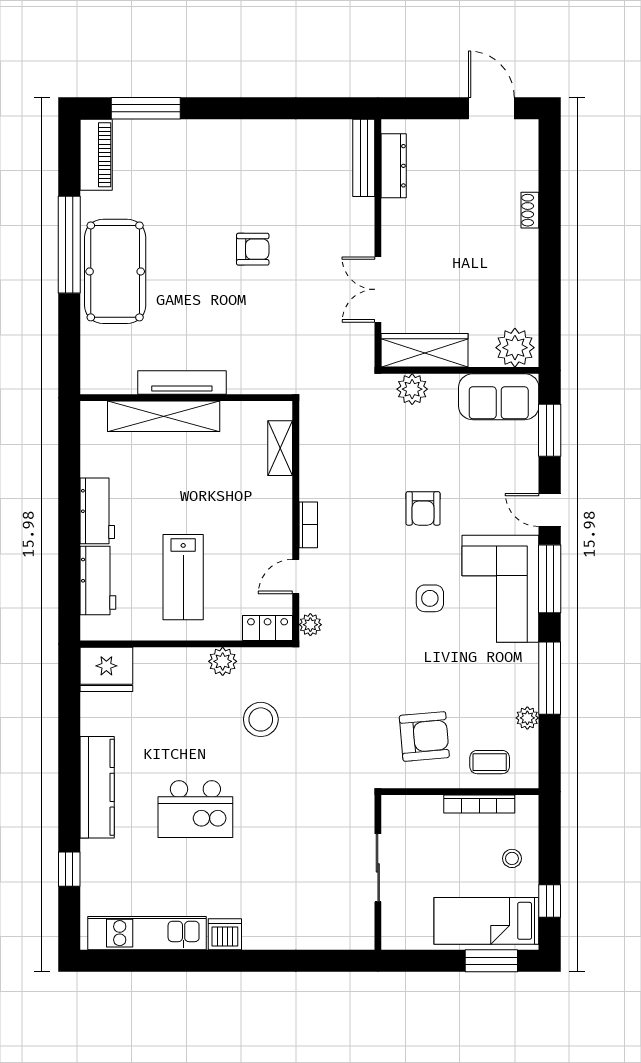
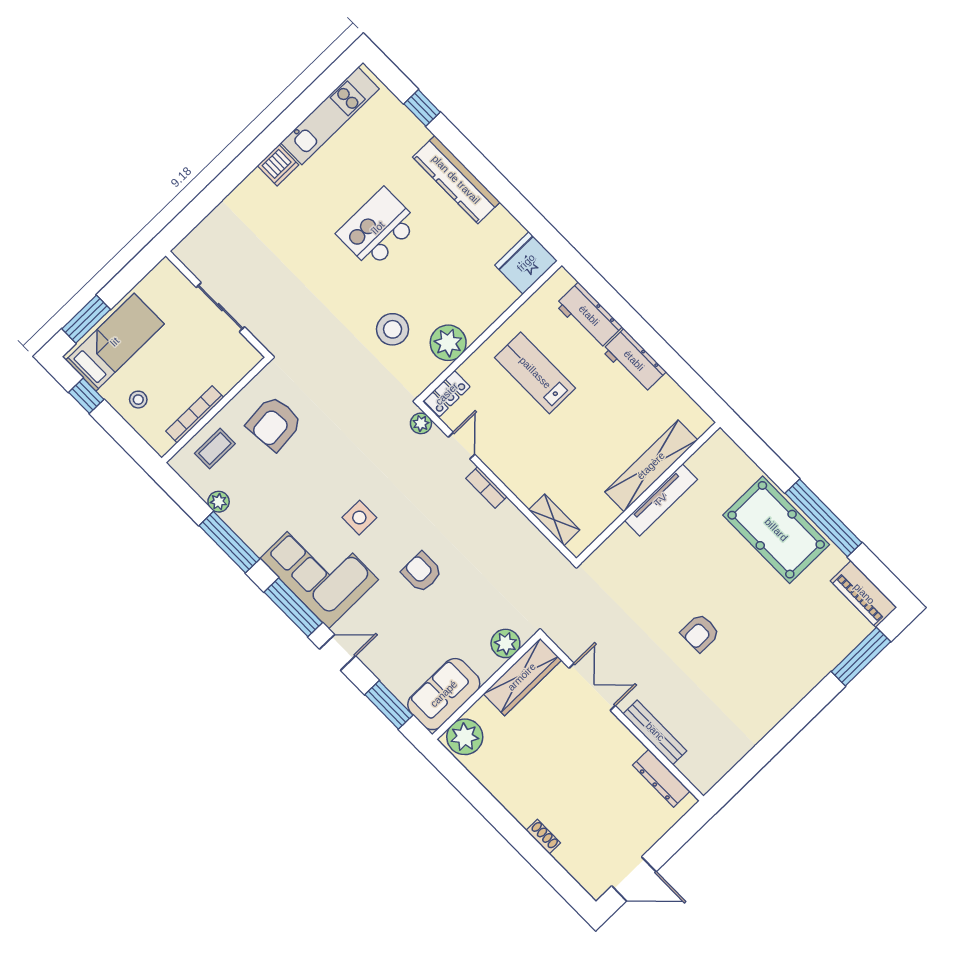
bench: (364, 158) -> (655, 732), moved
plant: (223, 661) -> (448, 343), width x1.36, depth x1.36

